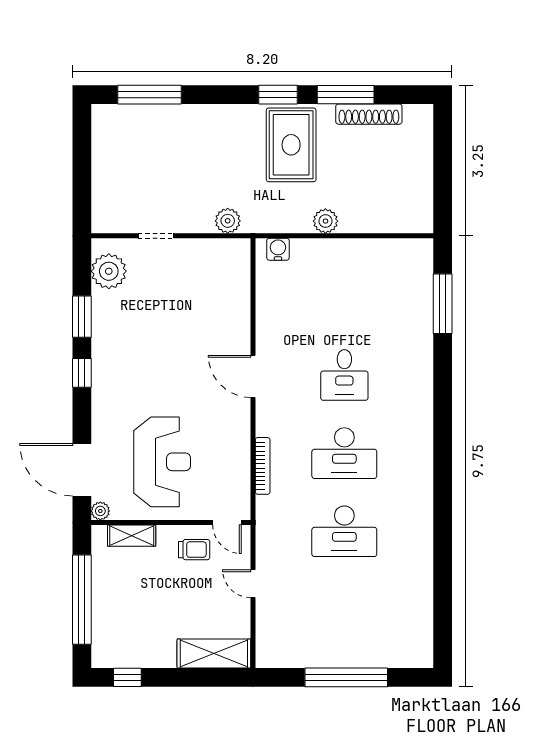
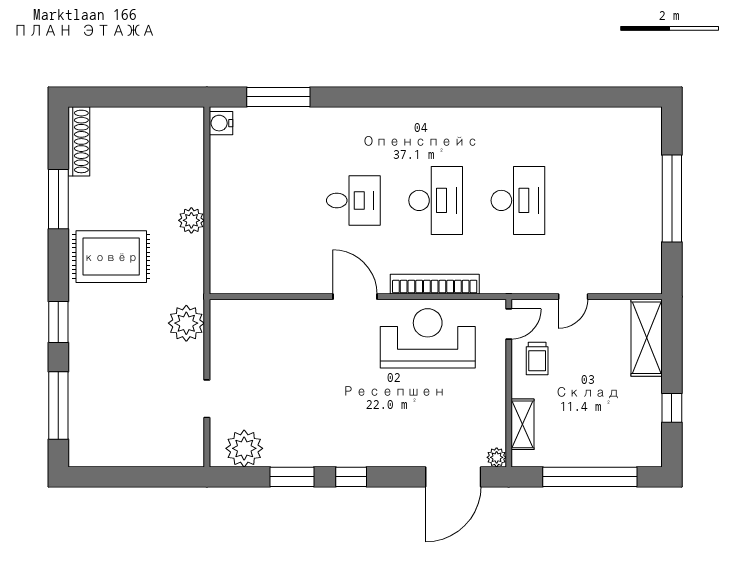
window: (278, 95) -> (58, 322), moved
shoe rack: (369, 114) -> (79, 141), moved
plant: (228, 221) -> (186, 323), width x1.36, depth x1.36
water cooler: (278, 249) -> (221, 123), moved
door: (253, 376) -> (355, 297), swing flipped
reception desk: (162, 462) -> (428, 338), moved
bookcase: (263, 466) -> (435, 284), width x1.48, depth x1.31
trolley: (194, 550) -> (537, 358), turned 180
window: (127, 677) -> (672, 408), moved

